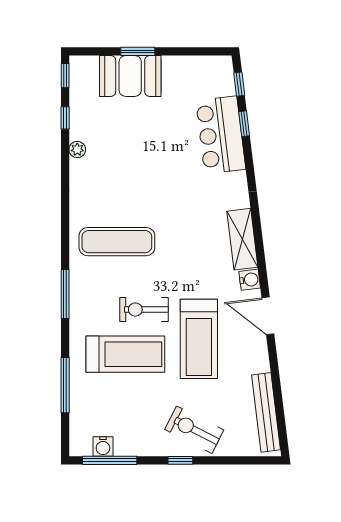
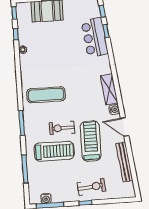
treadmill: (199, 339) -> (91, 141), turned 180
bench: (266, 412) -> (124, 162), moved
exercise bike: (194, 430) -> (91, 187), turned 147

